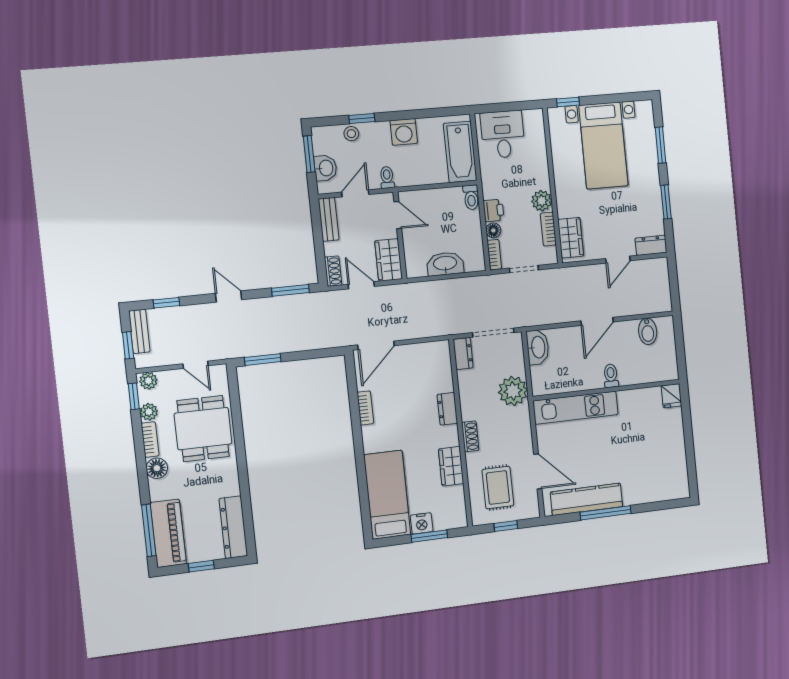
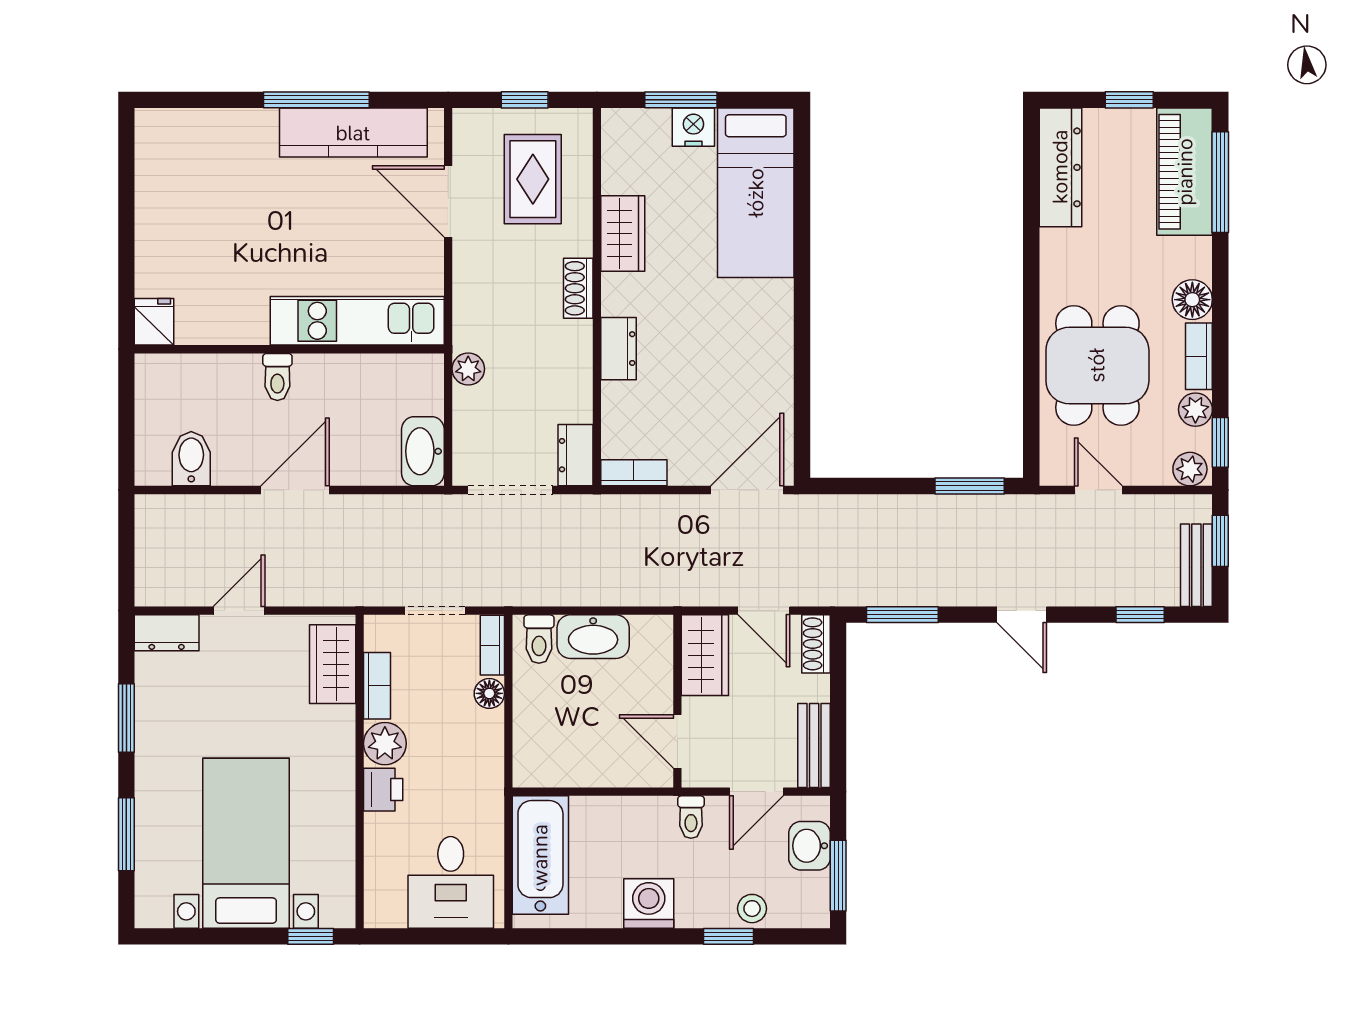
toilet: (471, 197) -> (539, 639), moved, turned 180
printer: (494, 210) -> (383, 790), moved, turned 180
plant: (513, 391) -> (468, 369), width x0.53, depth x0.53
bookcase: (365, 408) -> (634, 473), moved, turned 90

